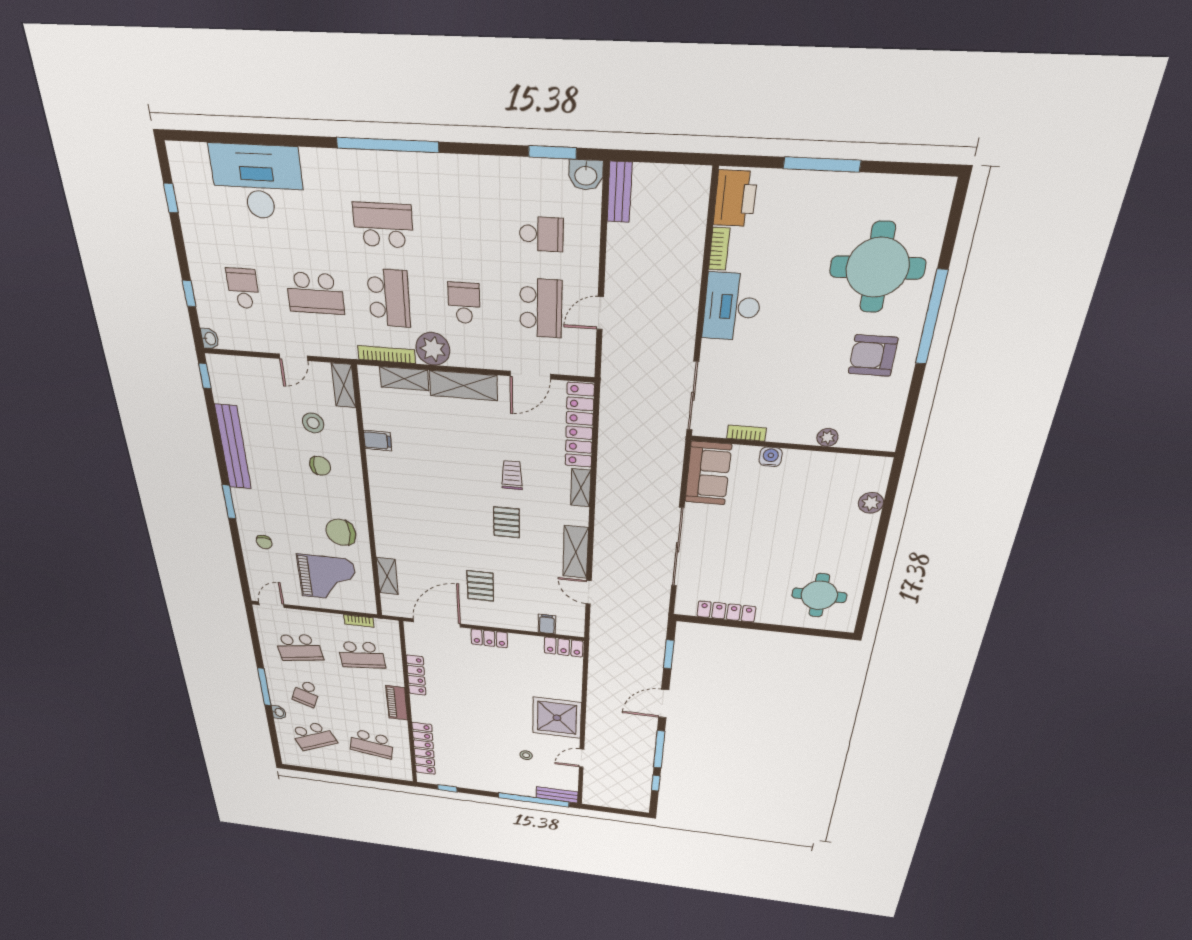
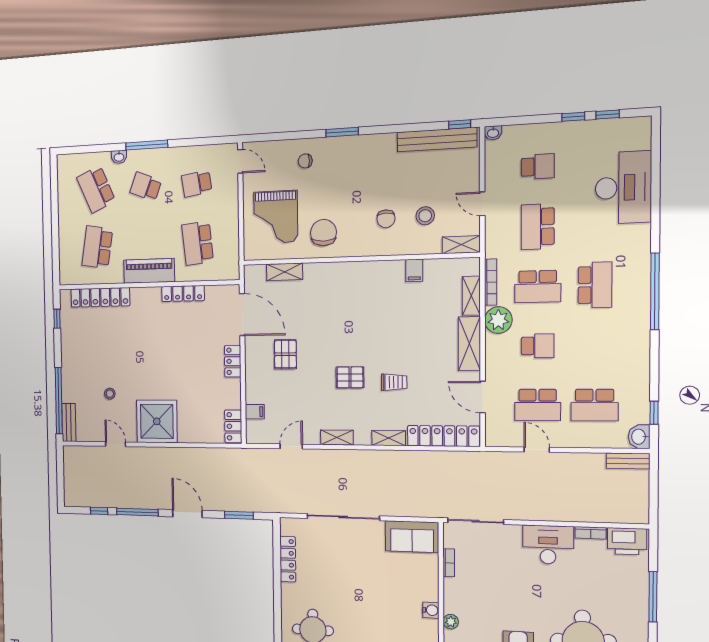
window: (552, 152) -> (654, 413), width x0.67
school desk: (541, 234) -> (594, 405), width x1.85
window: (189, 293) -> (573, 117), moved
bench: (233, 447) -> (437, 140), moved
water cooler: (771, 457) -> (431, 610), moved
shelving: (576, 552) -> (337, 438), width x0.67, depth x0.75
pallet: (480, 586) -> (285, 354), turned 90
bookcase: (359, 621) -> (234, 243), removed
school desk: (299, 648) -> (197, 184), width x0.54
piano: (397, 703) -> (149, 271), width x1.37, depth x1.33

